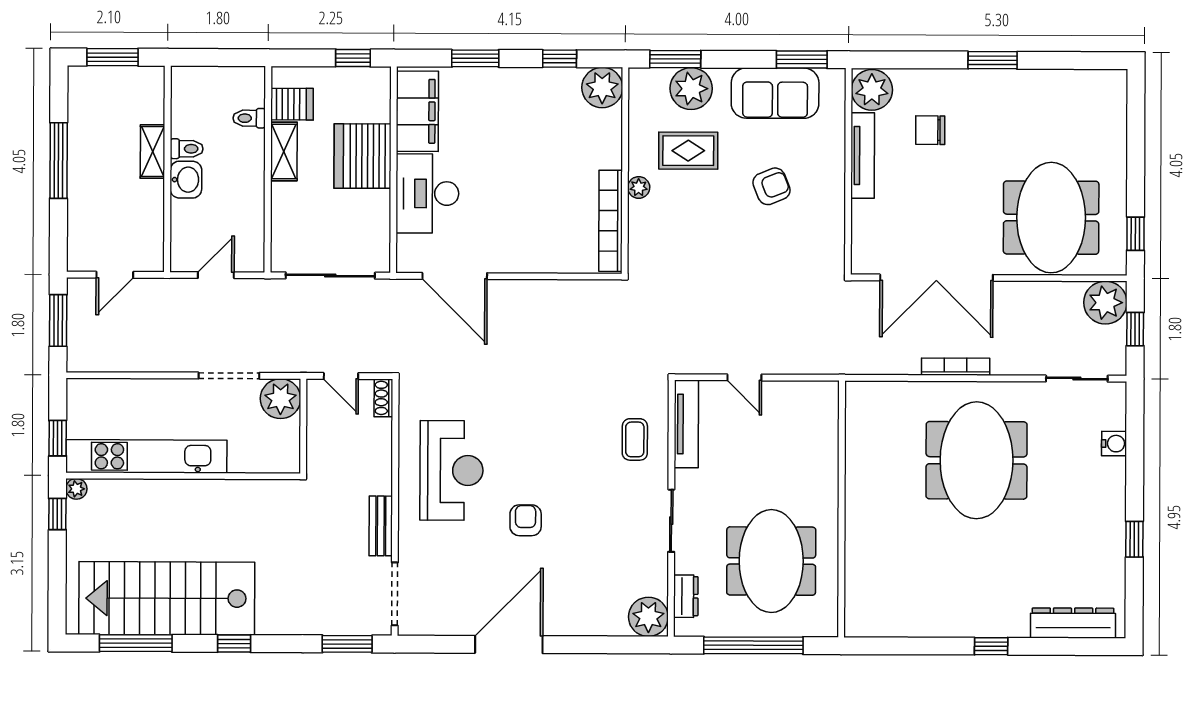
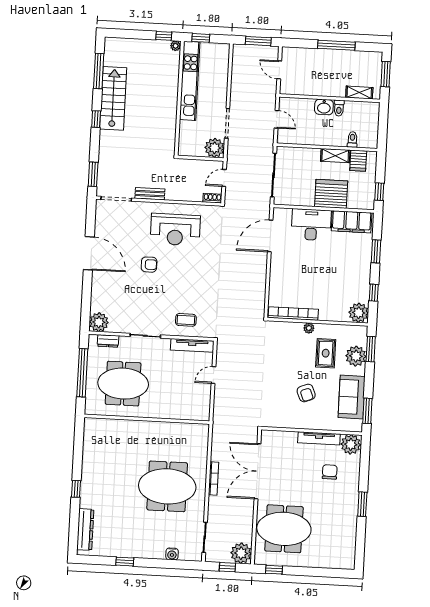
shelving: (153, 152) -> (359, 93), moved
stairs: (167, 598) -> (113, 98), width x0.73, depth x0.66

